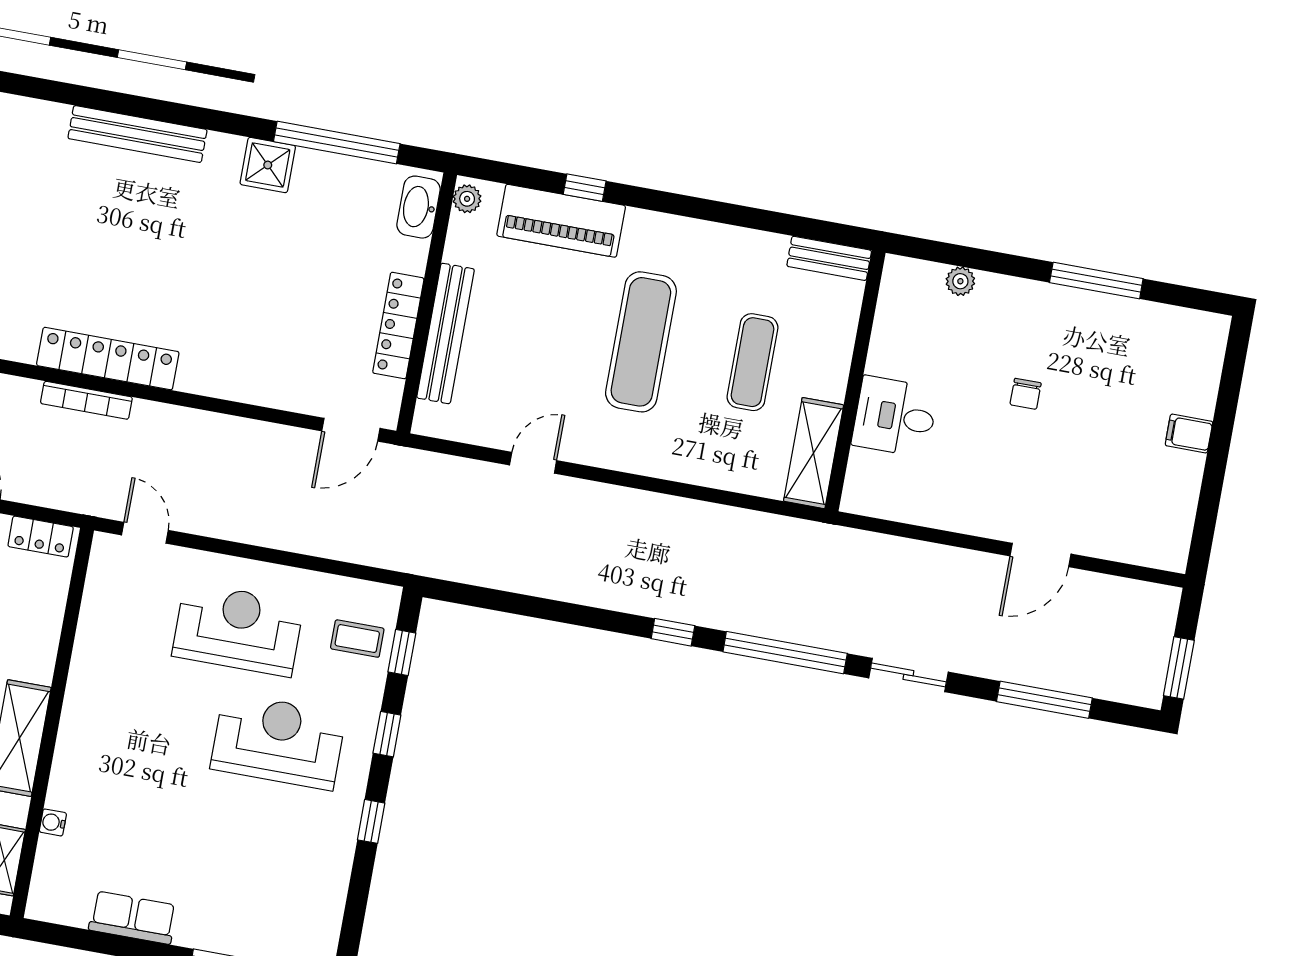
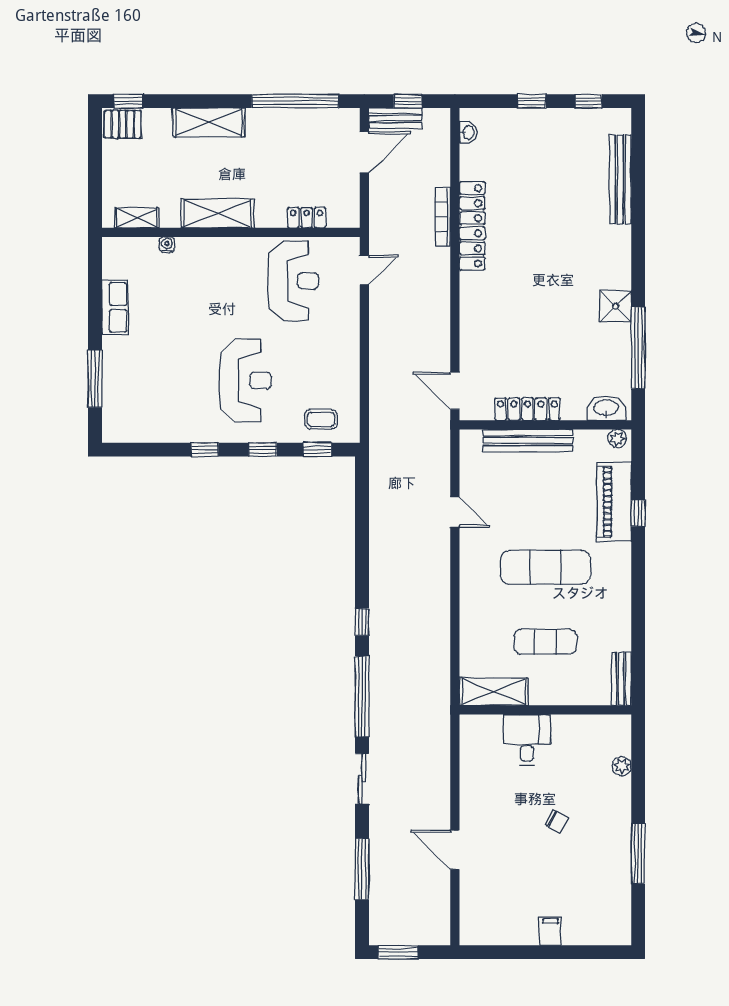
bench: (137, 134) -> (620, 179), moved
chair: (1026, 394) -> (557, 821), turned -151
locker: (41, 537) -> (307, 218), moved, turned 90
reception desk: (238, 629) -> (294, 281), moved
coffee table: (357, 639) -> (321, 419), turned 90

